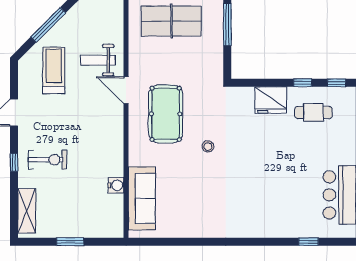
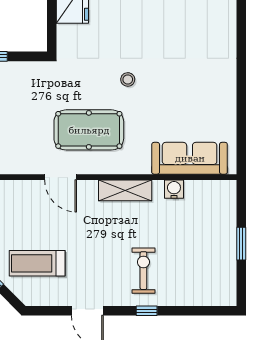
weight bench: (98, 60) -> (25, 211), removed
door: (126, 90) -> (61, 177), hinge flipped
shelving: (27, 211) -> (125, 190), moved

